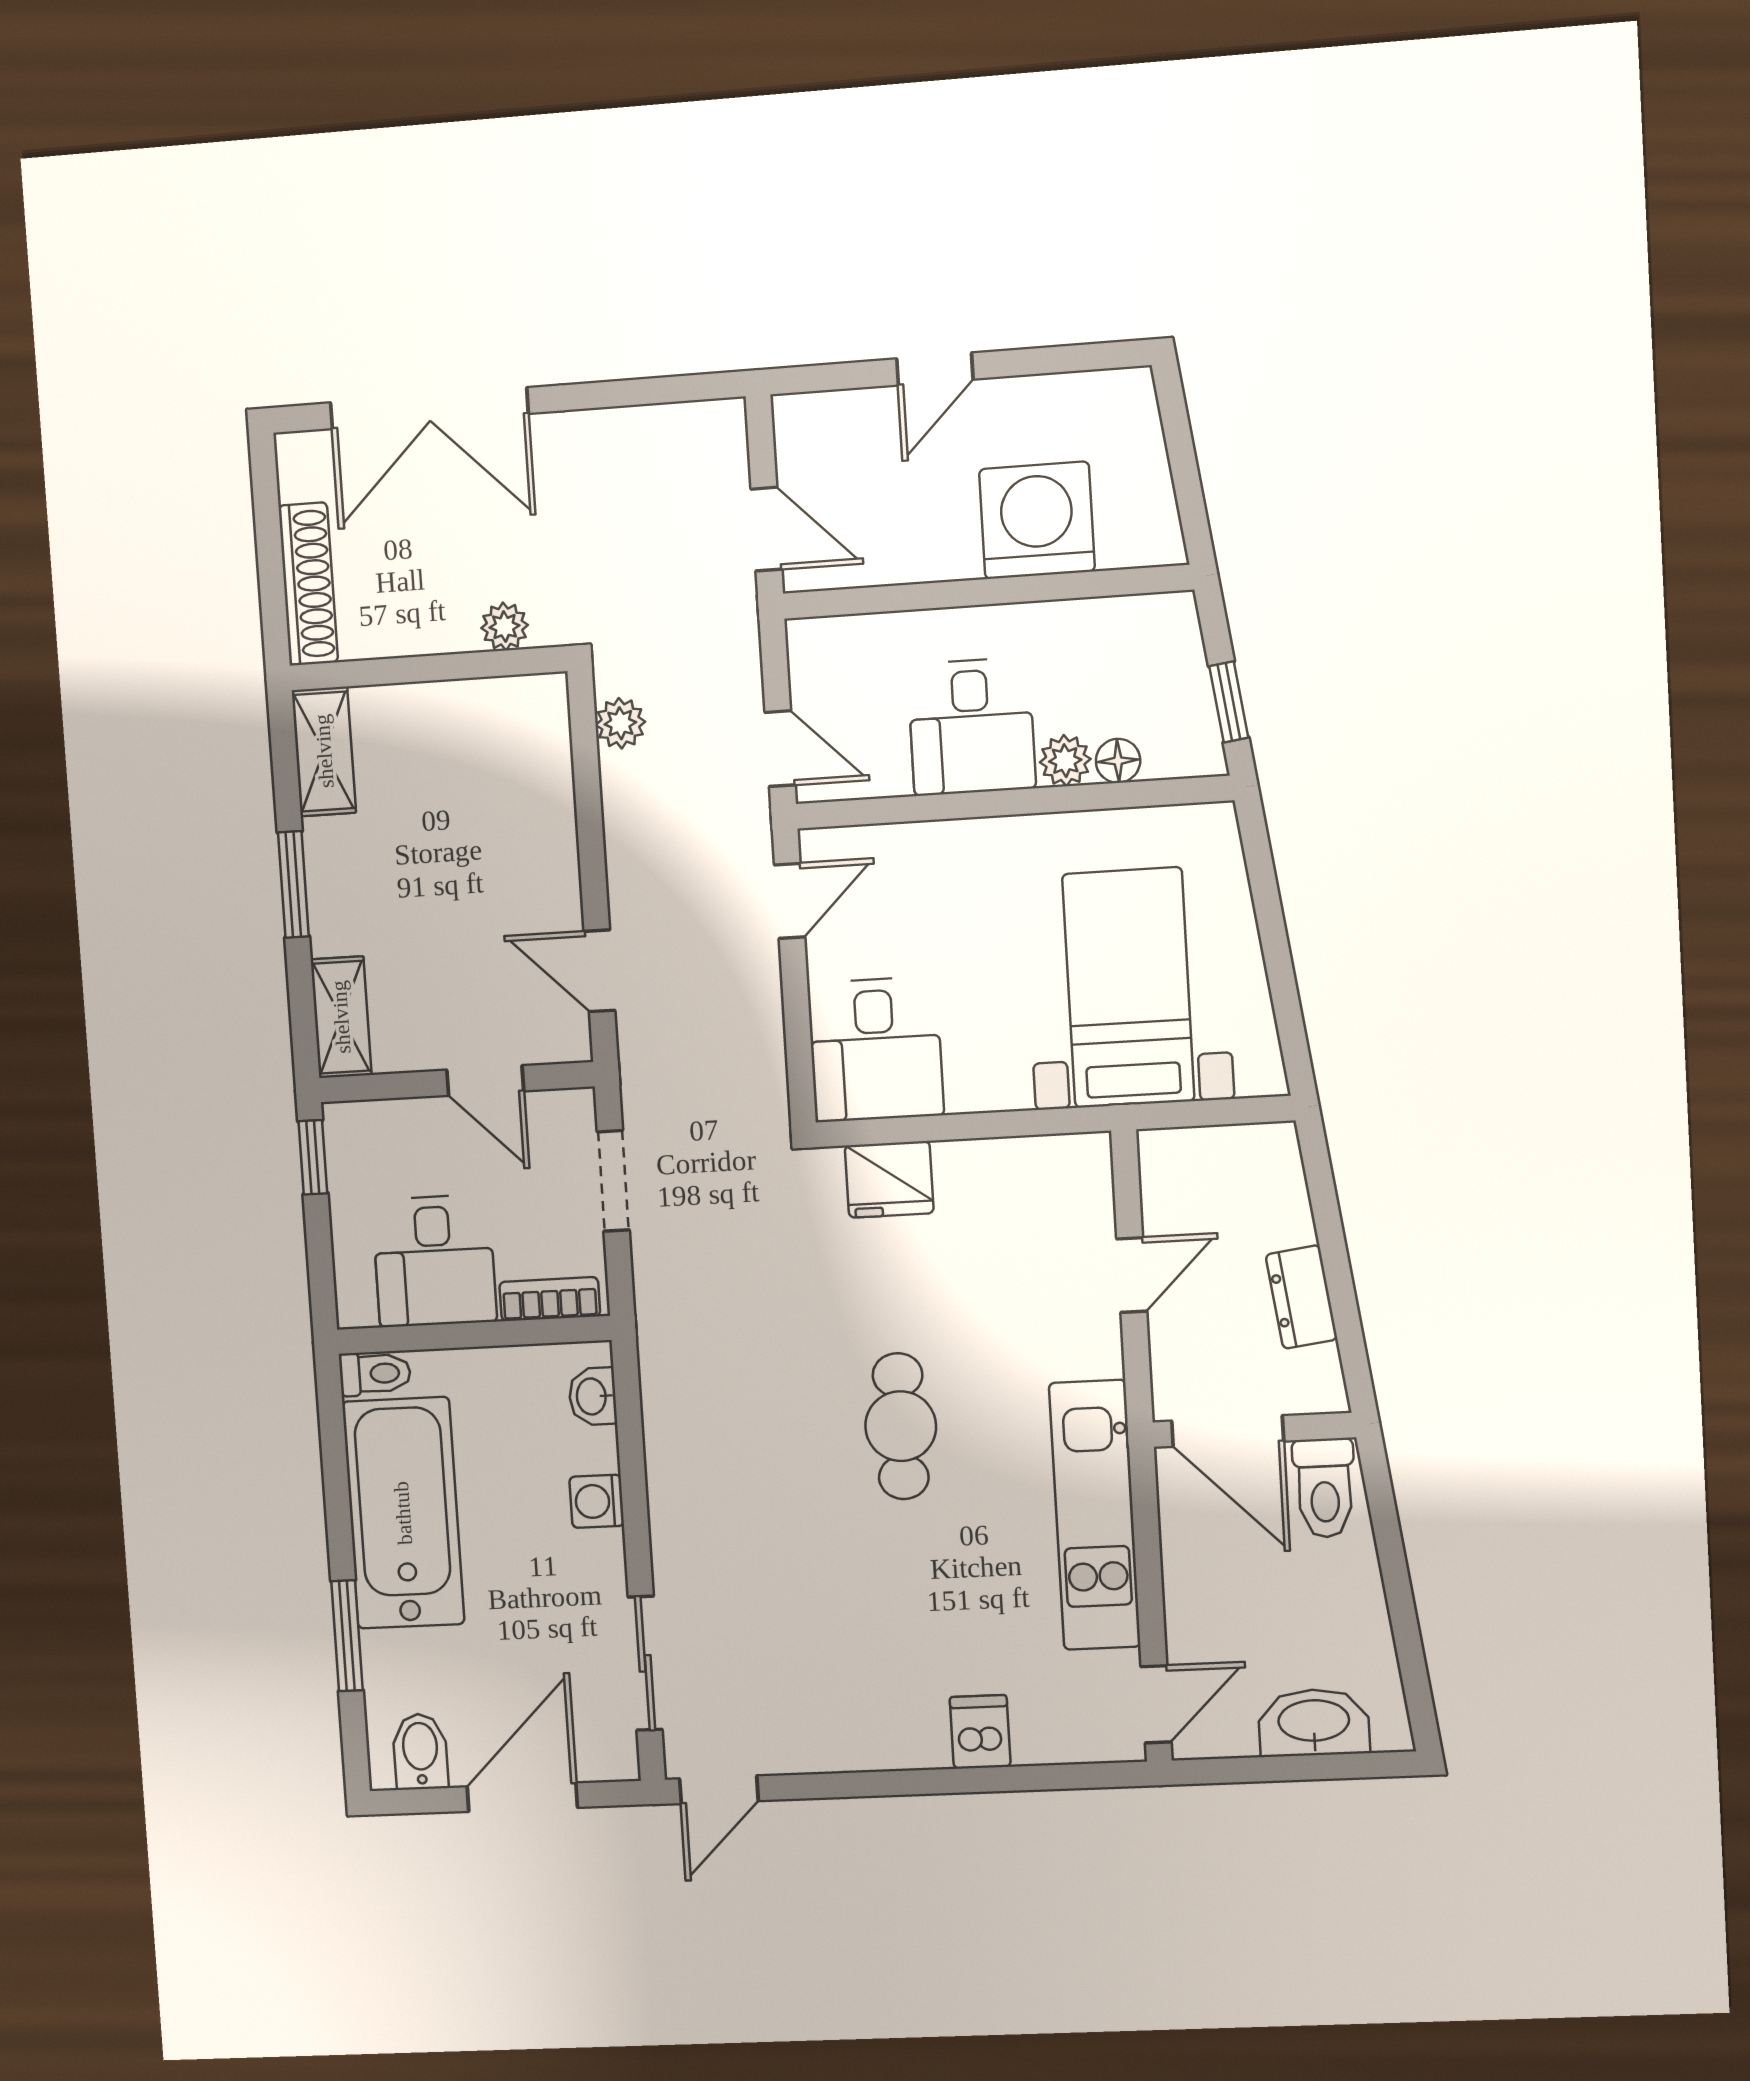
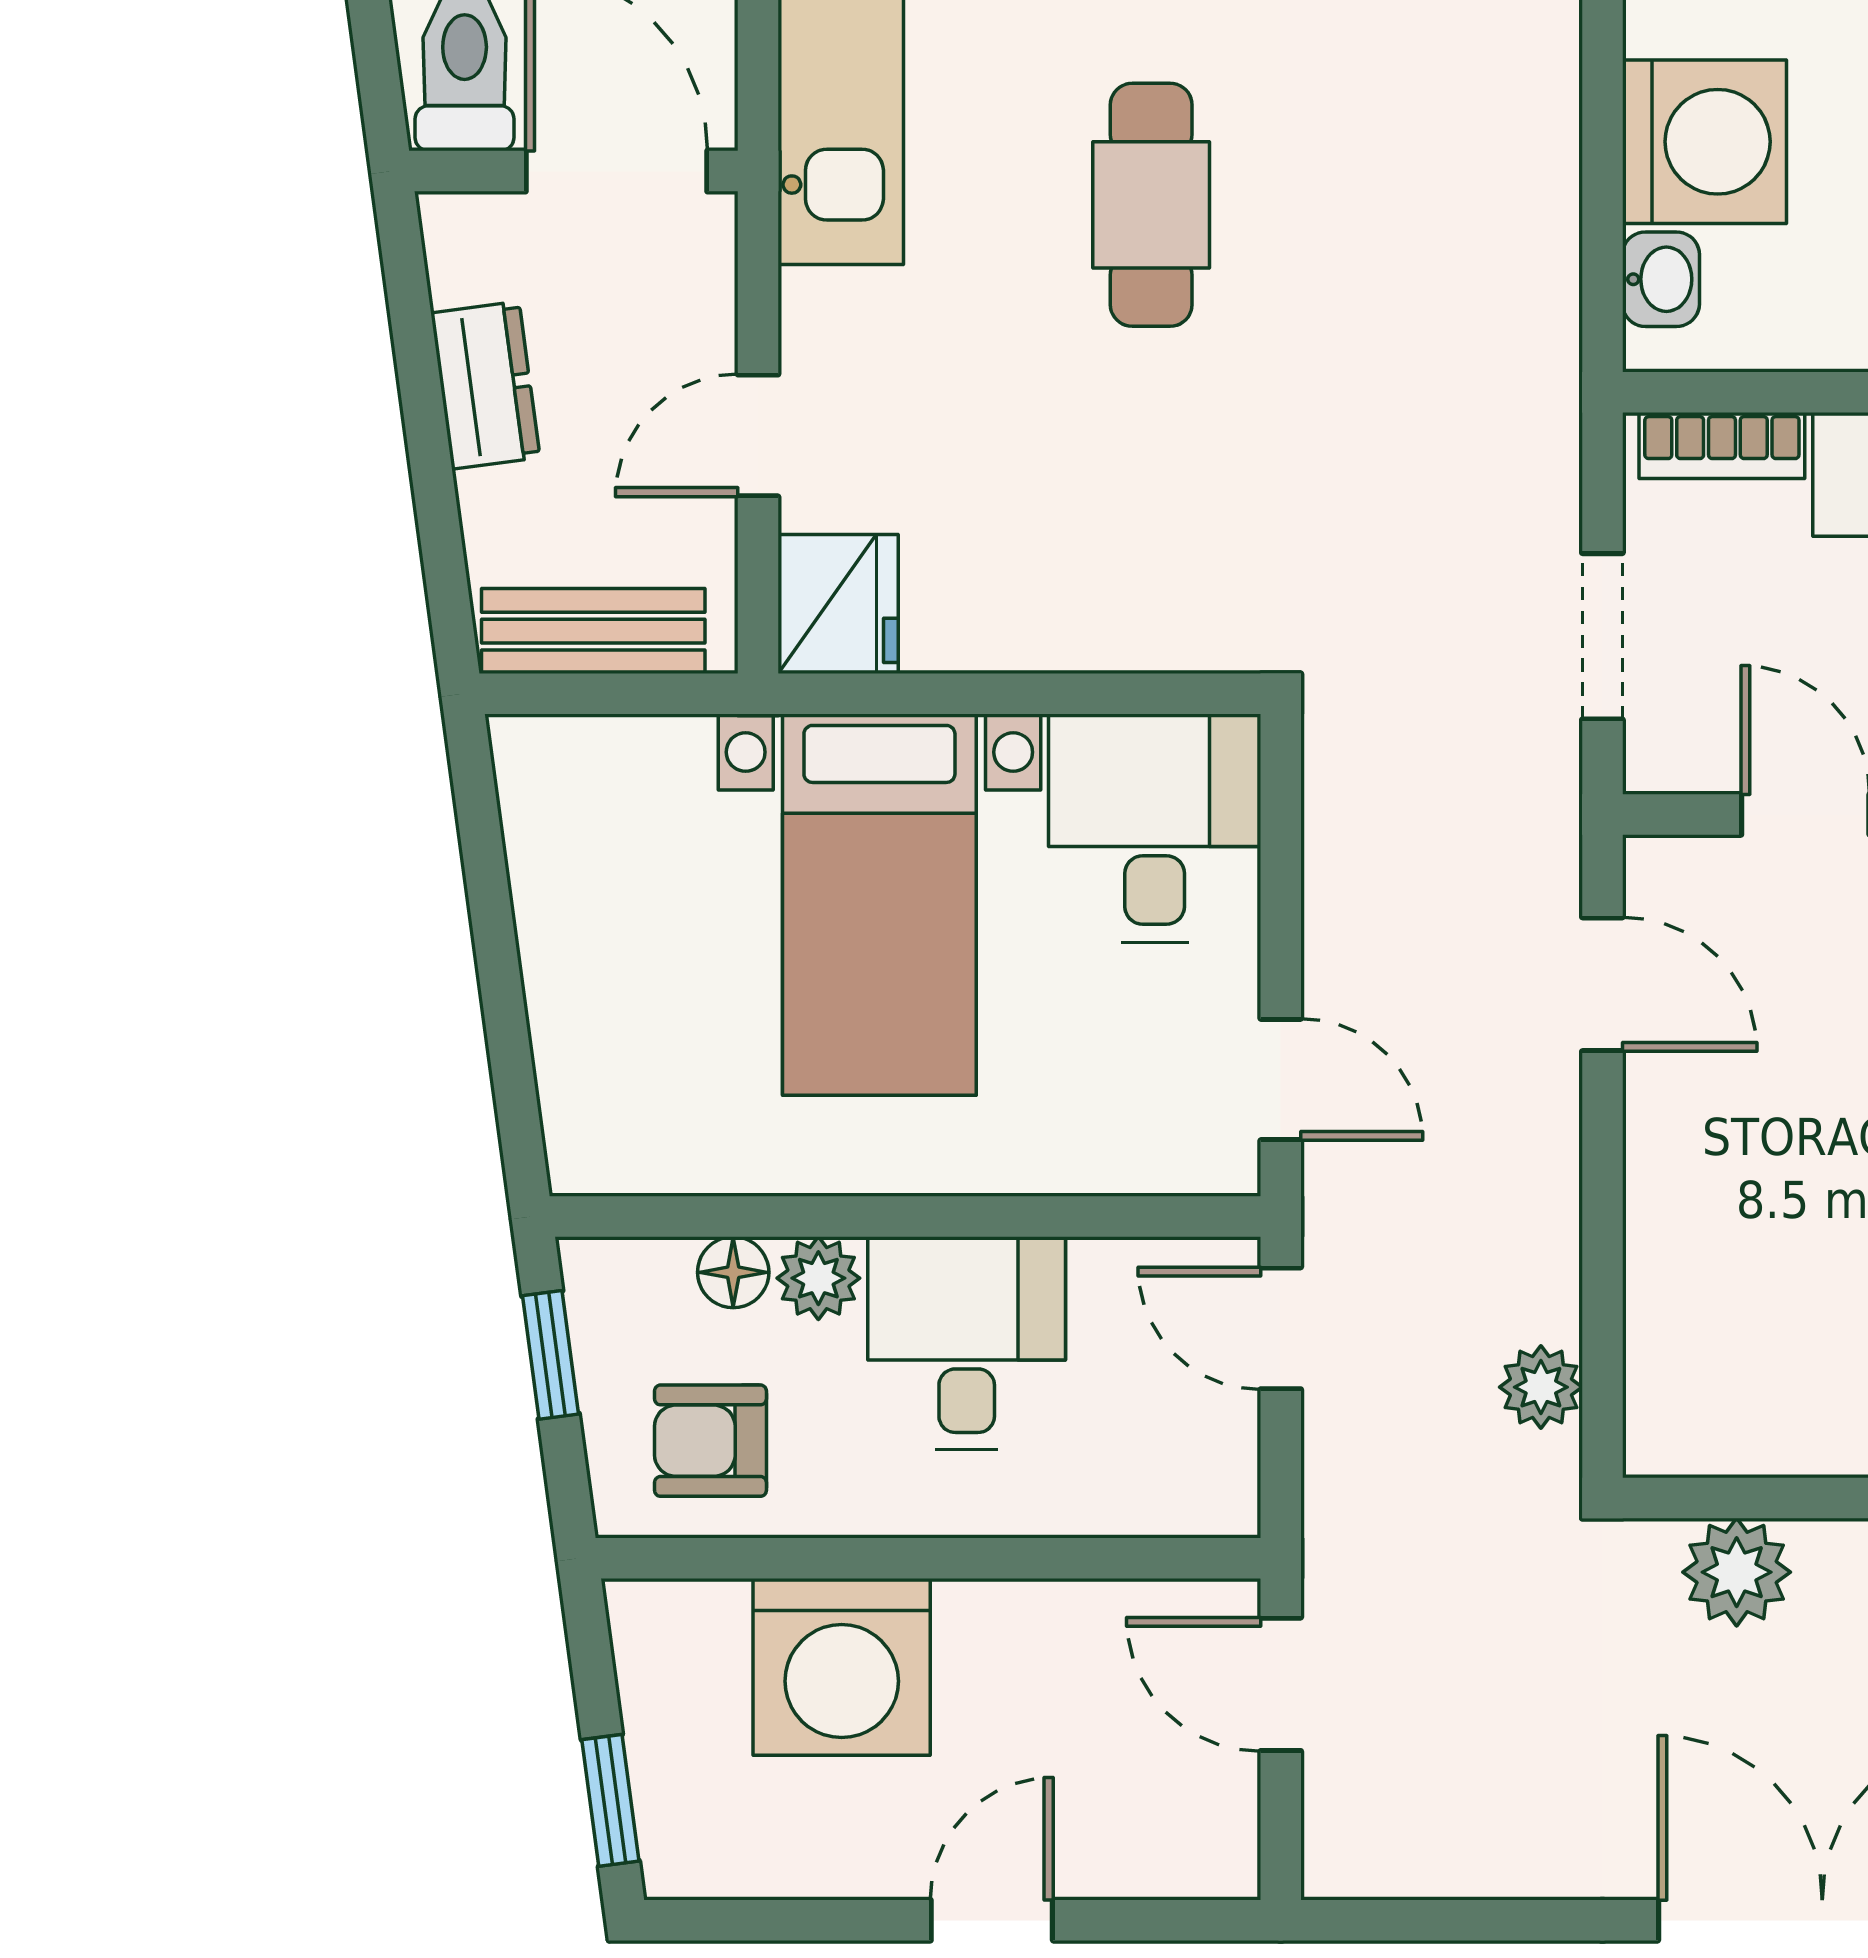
window: (1176, 426) -> (610, 1800), added
plant: (505, 627) -> (1737, 1572), width x1.38, depth x1.38
armchair: (1126, 655) -> (710, 1441), added
door: (790, 901) -> (1281, 1080), swing flipped
bed with nightstands: (1128, 988) -> (879, 905), moved
bench: (1226, 1150) -> (593, 631), added
fridge: (889, 1179) -> (838, 604), moved, turned 90
washing machine: (597, 1501) -> (1704, 142), width x1.89, depth x1.89

